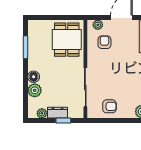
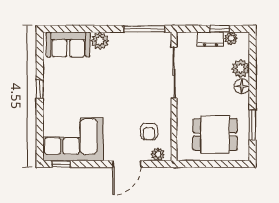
dining table: (67, 40) -> (215, 134), moved, turned 90
armchair: (109, 106) -> (142, 48), removed
window: (63, 121) -> (220, 29), moved
window: (108, 121) -> (144, 29), added

